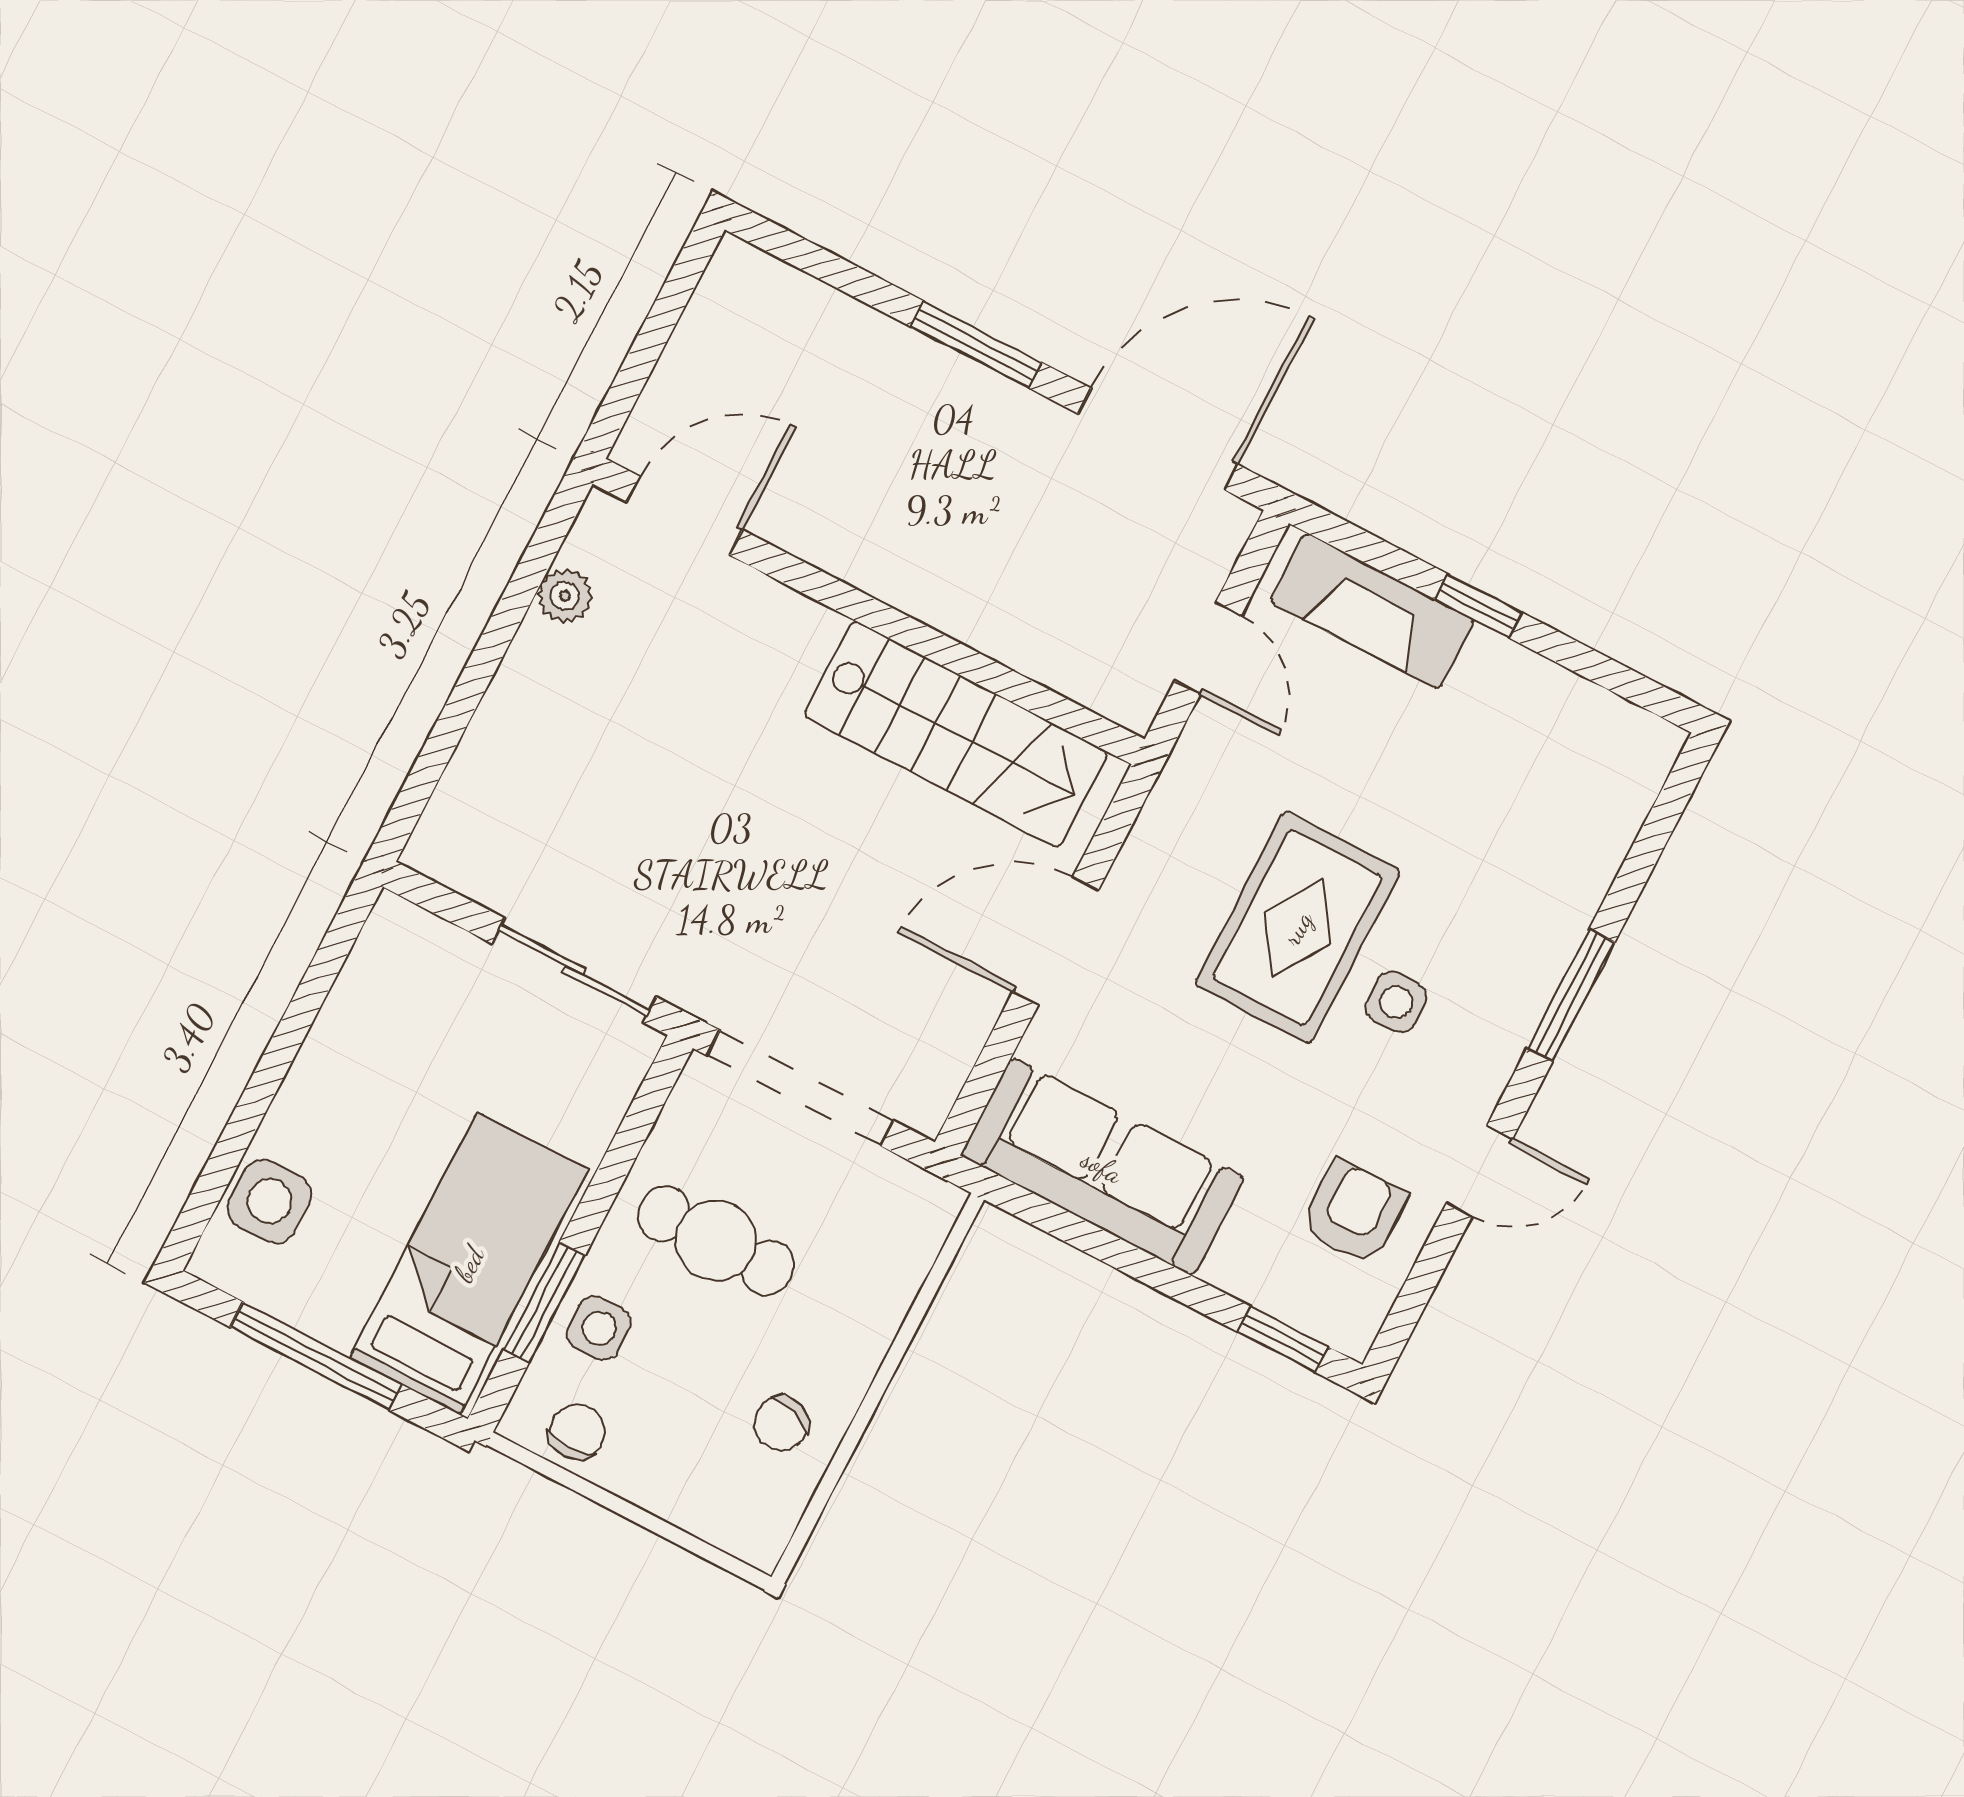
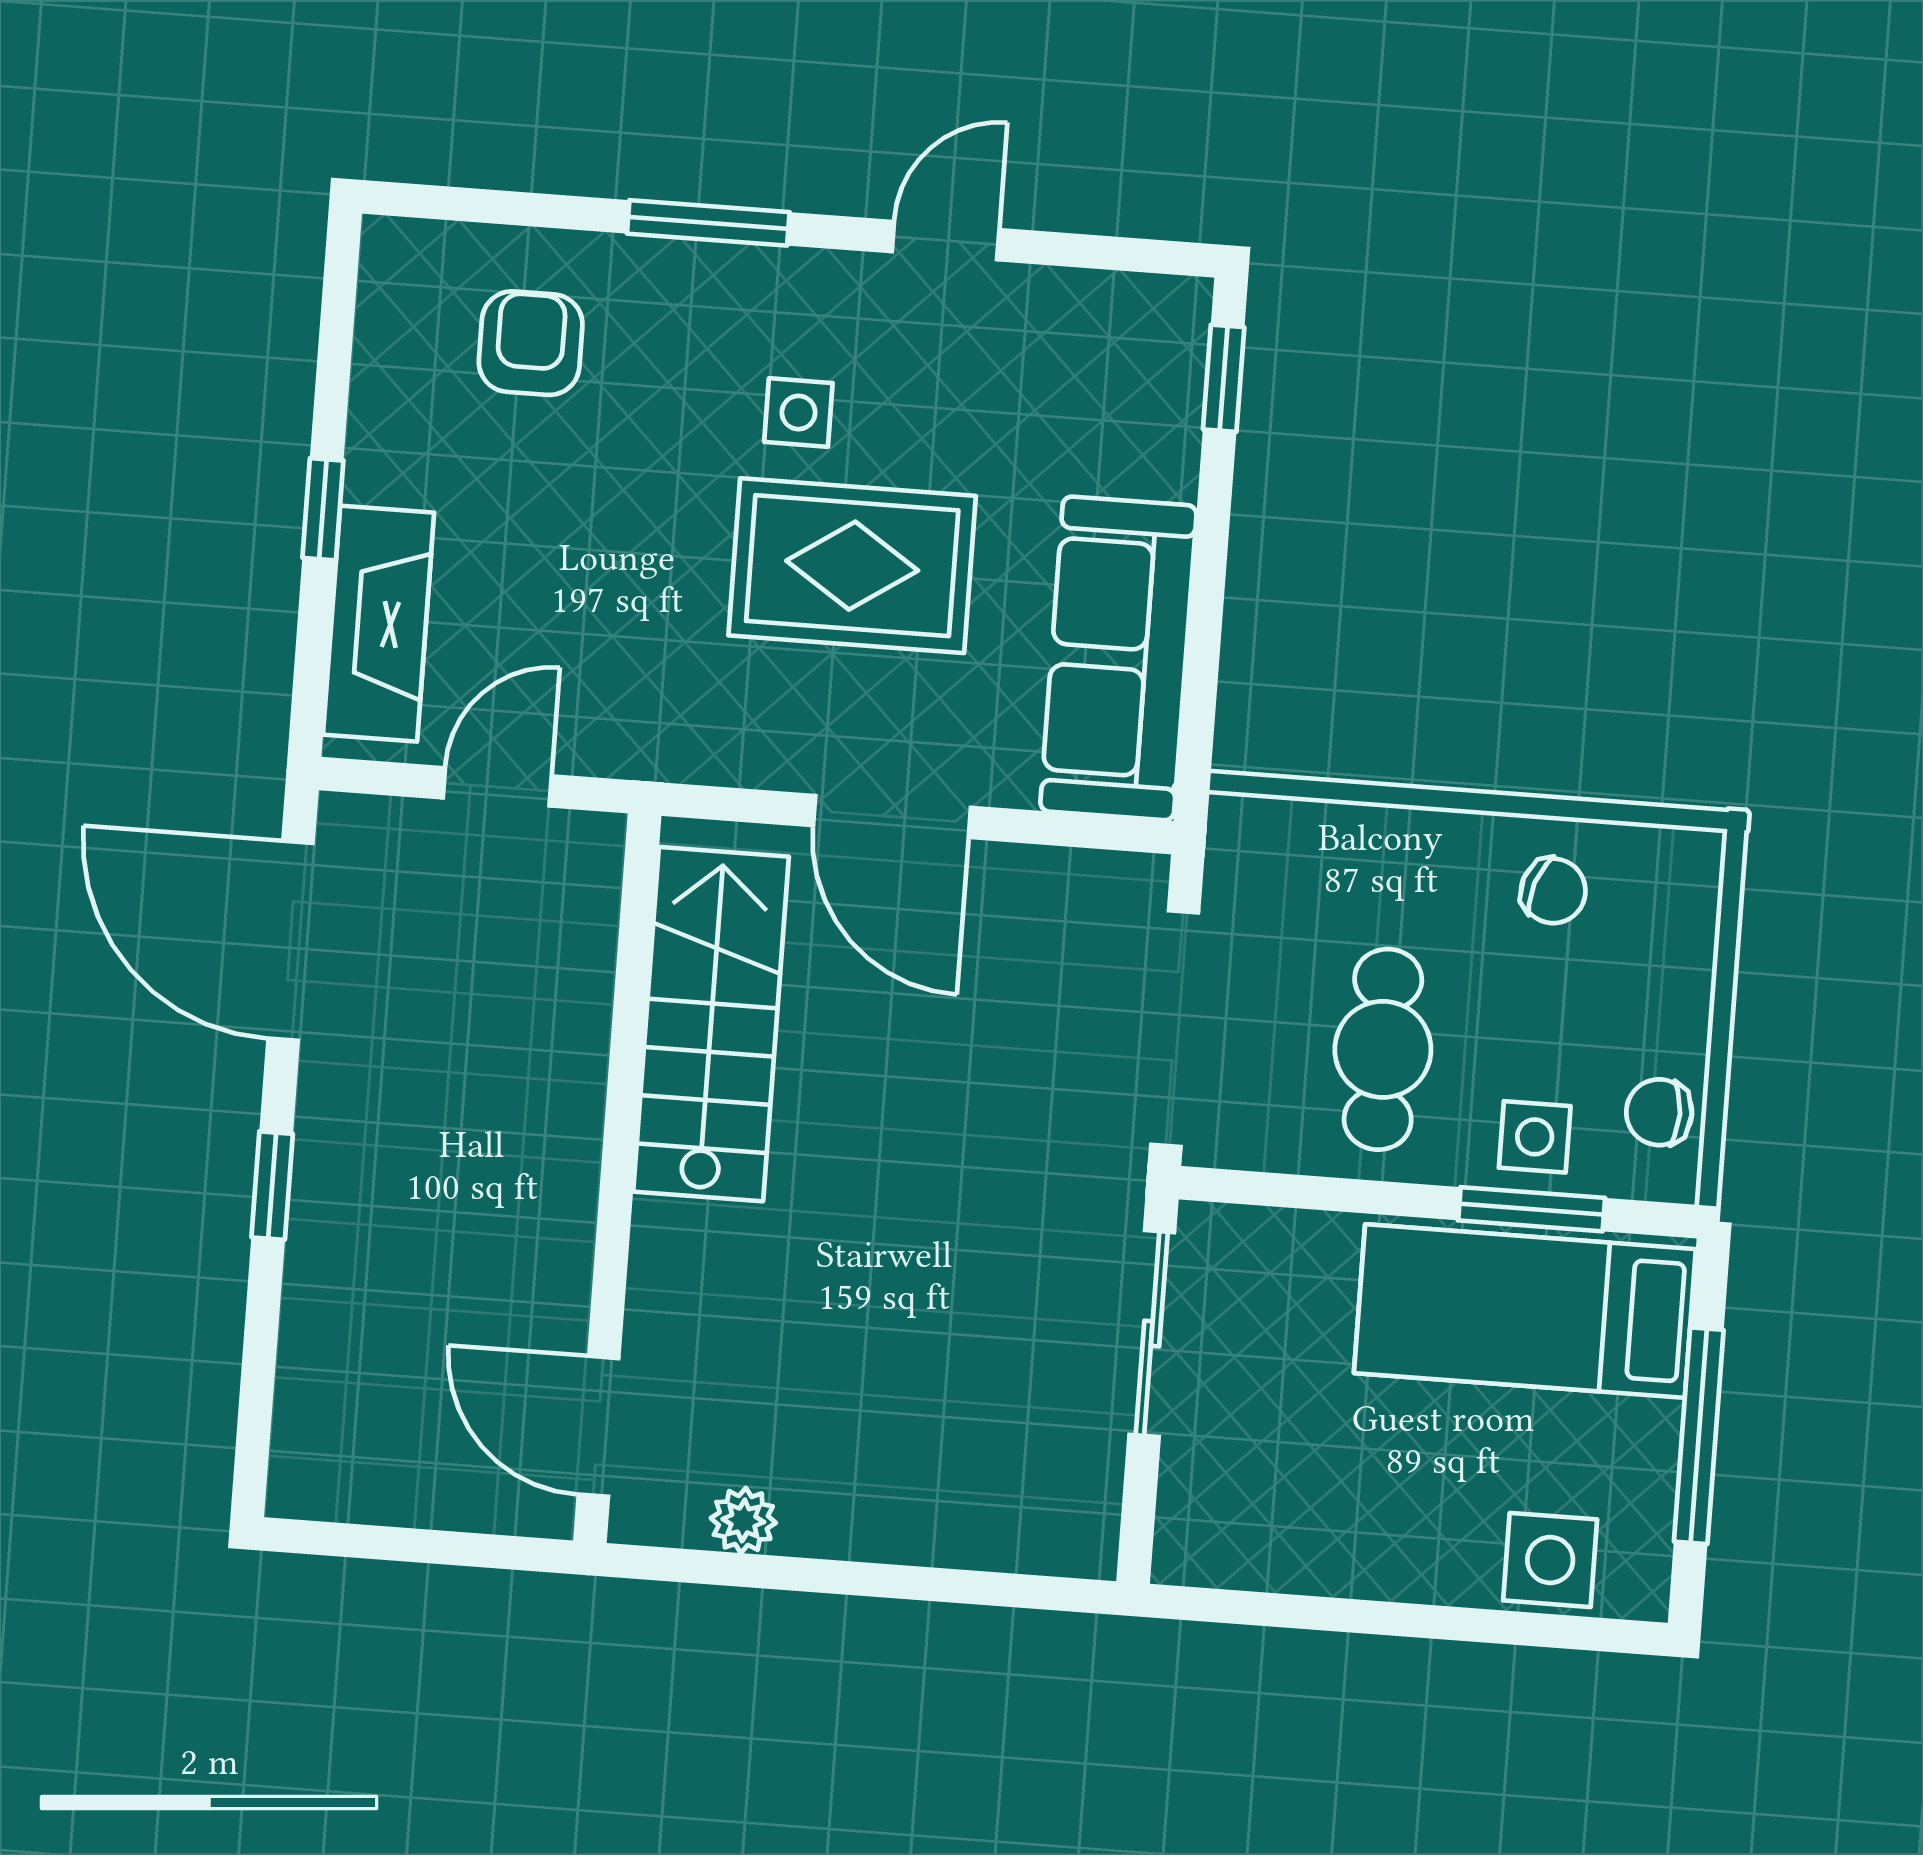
window: (976, 345) -> (272, 1186), width x0.67
rug: (1297, 928) -> (852, 566), moved
door: (1479, 1171) -> (946, 241), hinge flipped
armchair: (1354, 1212) -> (531, 343), moved, turned 90

